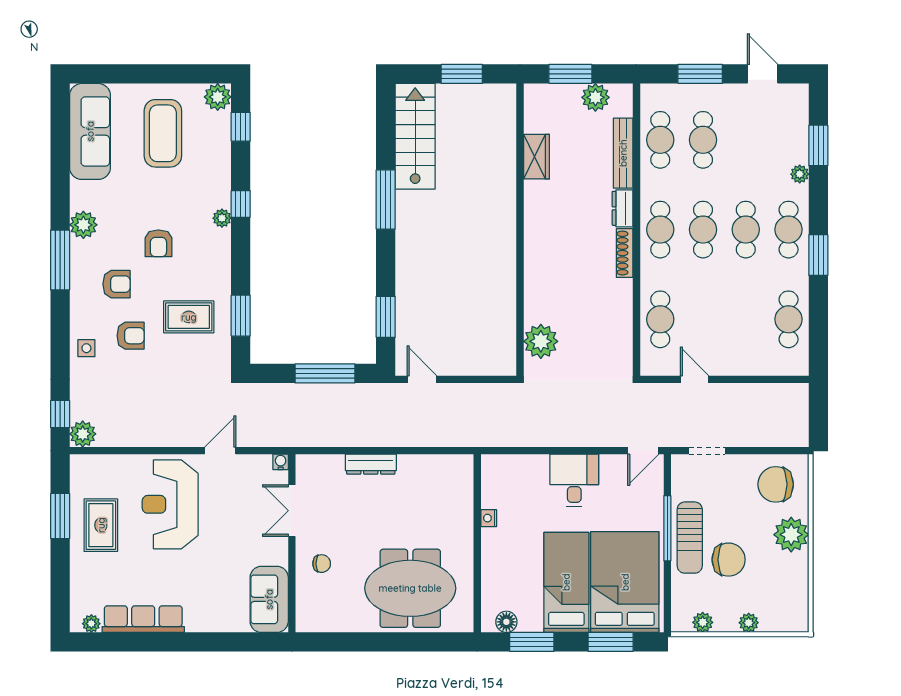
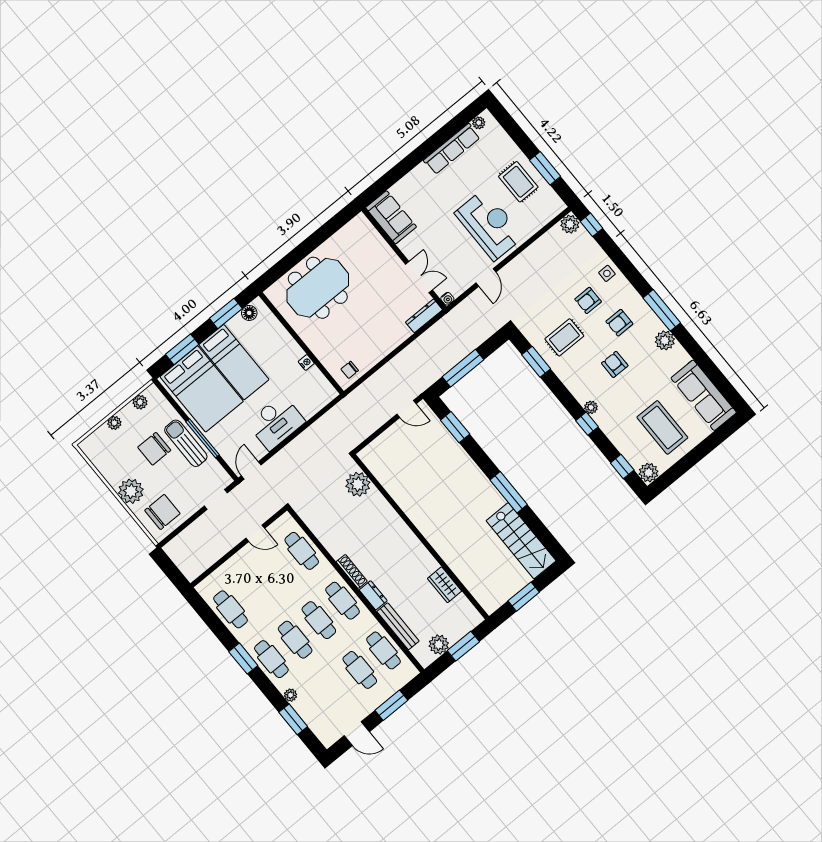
dresser: (371, 464) -> (424, 316), moved
desk: (574, 480) -> (276, 422), width x1.37
chair: (322, 564) -> (350, 370), moved

